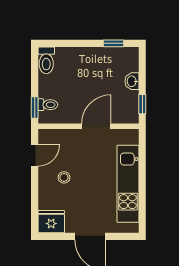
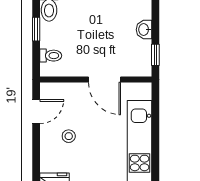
window: (35, 107) -> (36, 29), moved
door: (96, 126) -> (105, 79), swing flipped

